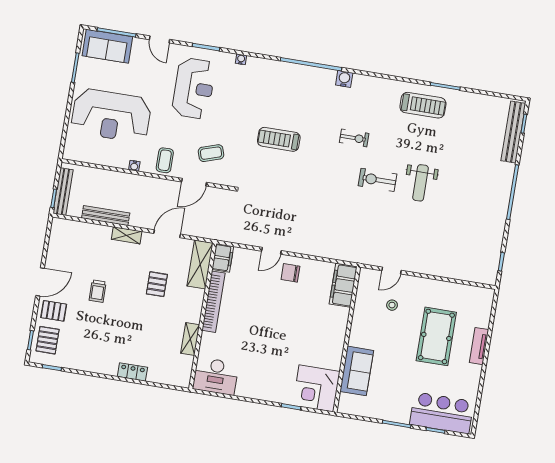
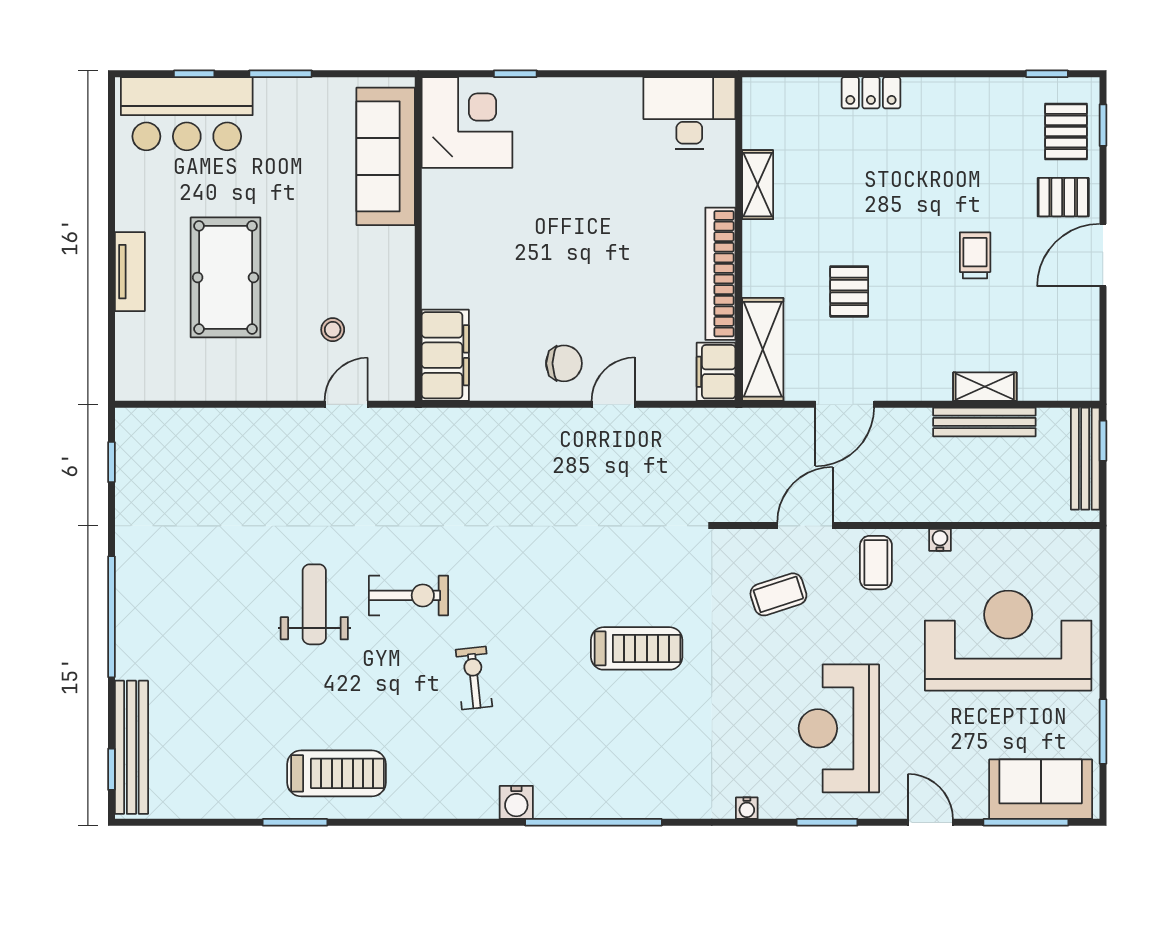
treadmill: (423, 105) -> (336, 773), turned 180
exercise bike: (354, 138) -> (474, 678), turned 84
shelving: (127, 235) -> (985, 387), moved
sofa: (357, 371) -> (386, 156), width x1.36

